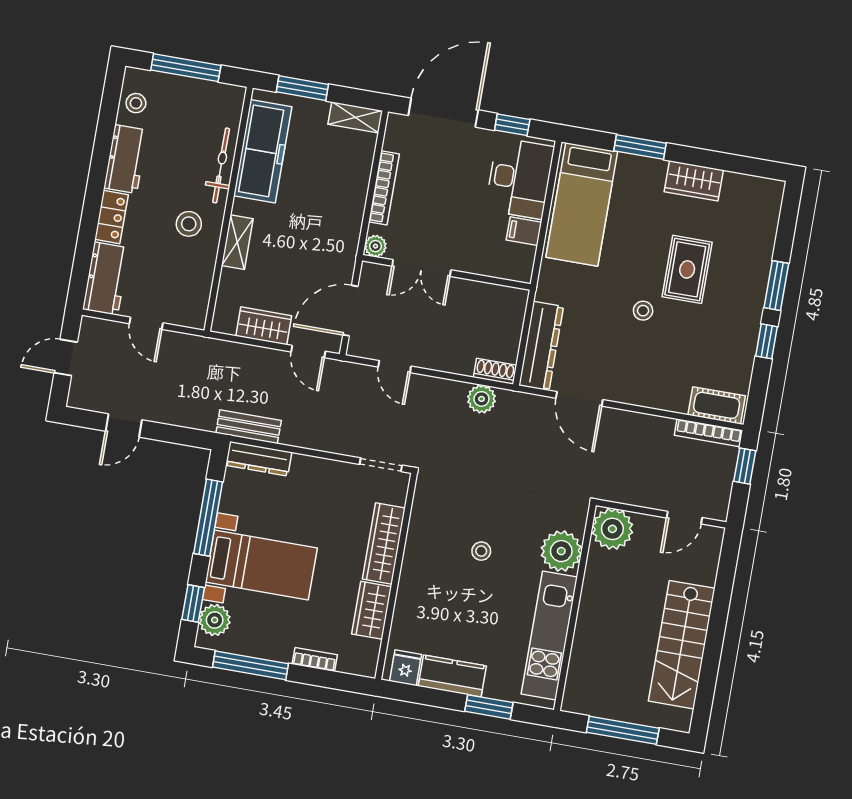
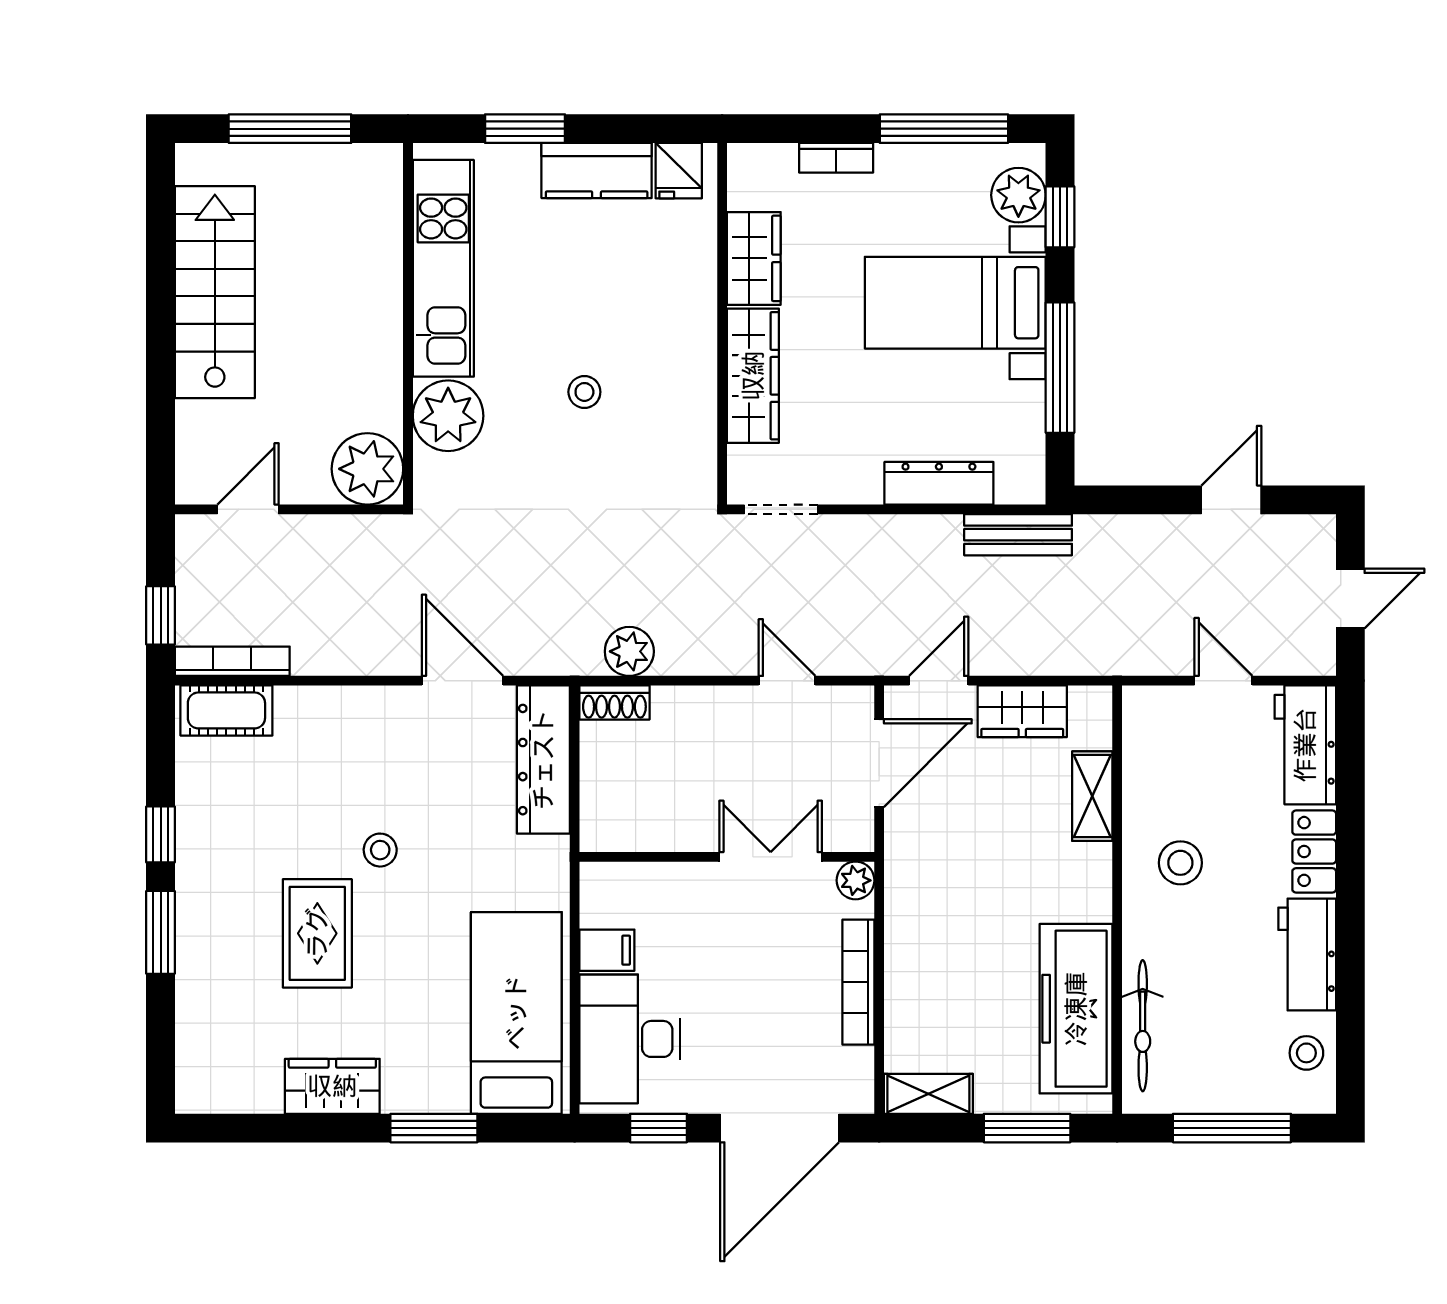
bicycle: (221, 165) -> (1143, 1026), moved
shelving: (237, 242) -> (1092, 796), moved
door: (308, 352) -> (939, 681), hinge flipped
dresser: (259, 459) -> (939, 483), moved

